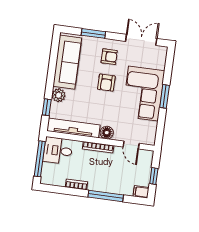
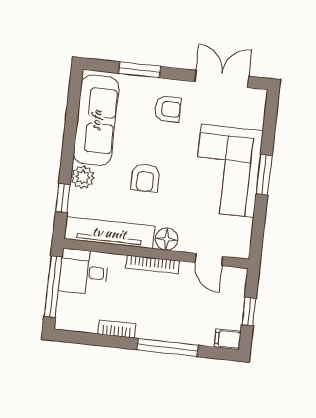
armchair: (106, 83) -> (145, 178), moved

